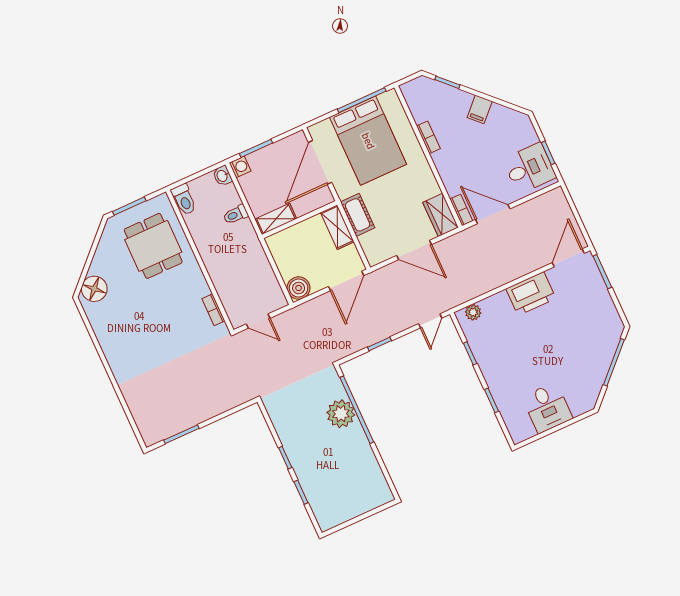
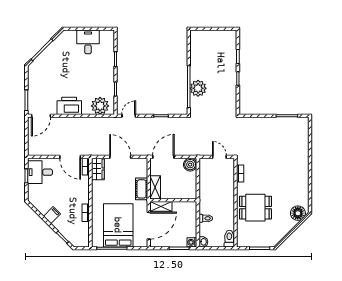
shelving: (276, 219) -> (161, 206), moved
dining table: (153, 246) -> (255, 208), moved, turned 90
plant: (473, 312) -> (100, 106), width x1.88, depth x1.88

